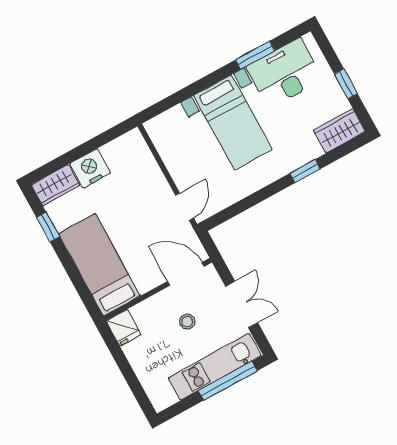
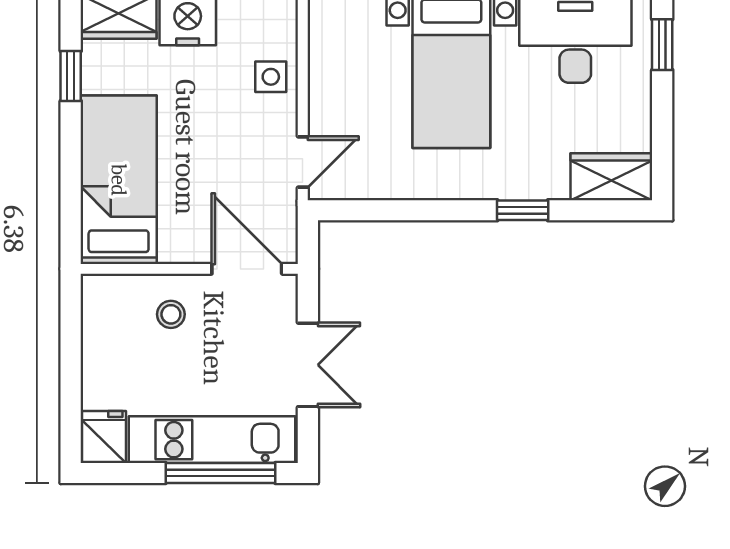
window: (346, 84) -> (662, 45), moved
side table: (146, 174) -> (271, 77), added
stool: (187, 322) -> (171, 314), moved
fridge: (124, 328) -> (104, 437), moved, turned 180

